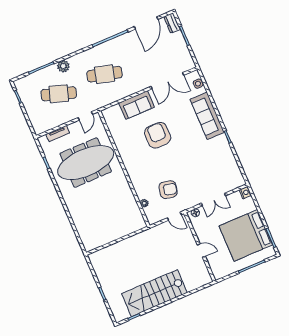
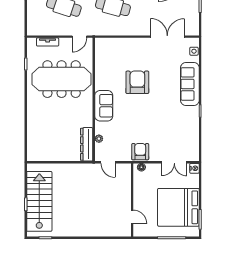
double door: (167, 81) -> (167, 37), swing flipped
sofa: (137, 105) -> (104, 106), moved, turned -90
armchair: (168, 190) -> (140, 152), moved, turned -102
double door: (213, 199) -> (174, 162), moved
dresser: (135, 213) -> (87, 144), added
door: (174, 216) -> (108, 162), moved
door: (201, 251) -> (132, 217), moved
stairs: (154, 293) -> (39, 201), moved, turned 90

